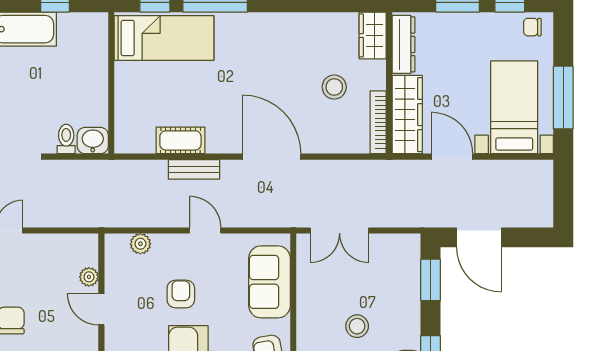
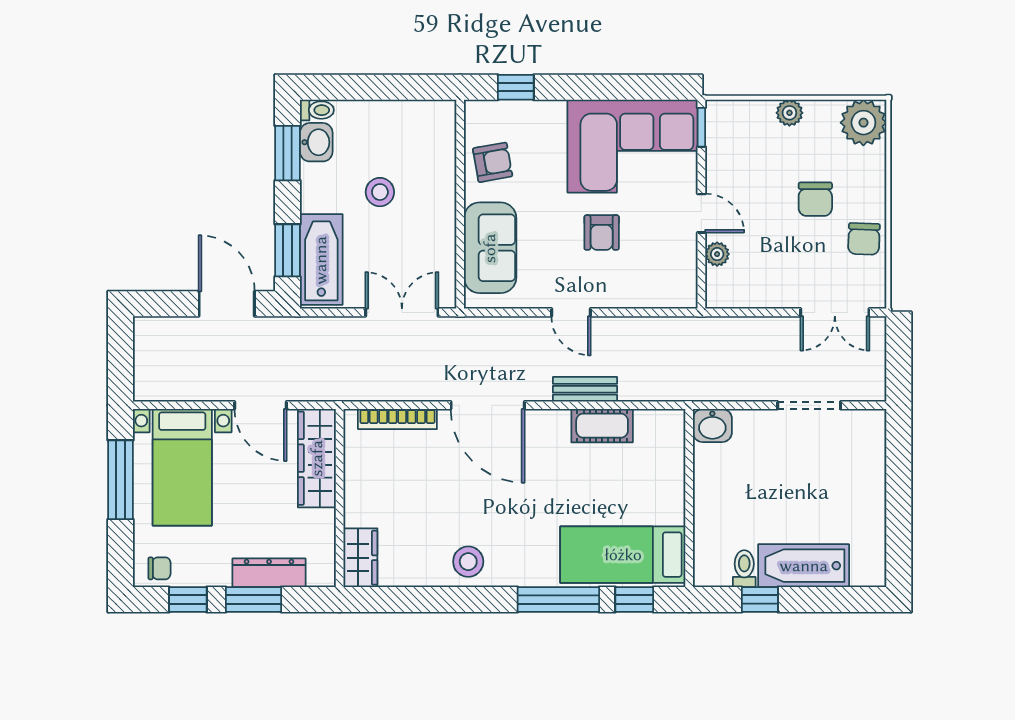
dresser: (403, 44) -> (269, 573), moved, turned 90
stool: (334, 87) -> (468, 562), moved
bookcase: (378, 122) -> (397, 419), moved, turned 90
toilet: (66, 139) -> (744, 569), moved, turned 180
plant: (140, 244) -> (652, 296), removed
bathtub: (404, 273) -> (321, 260), added

